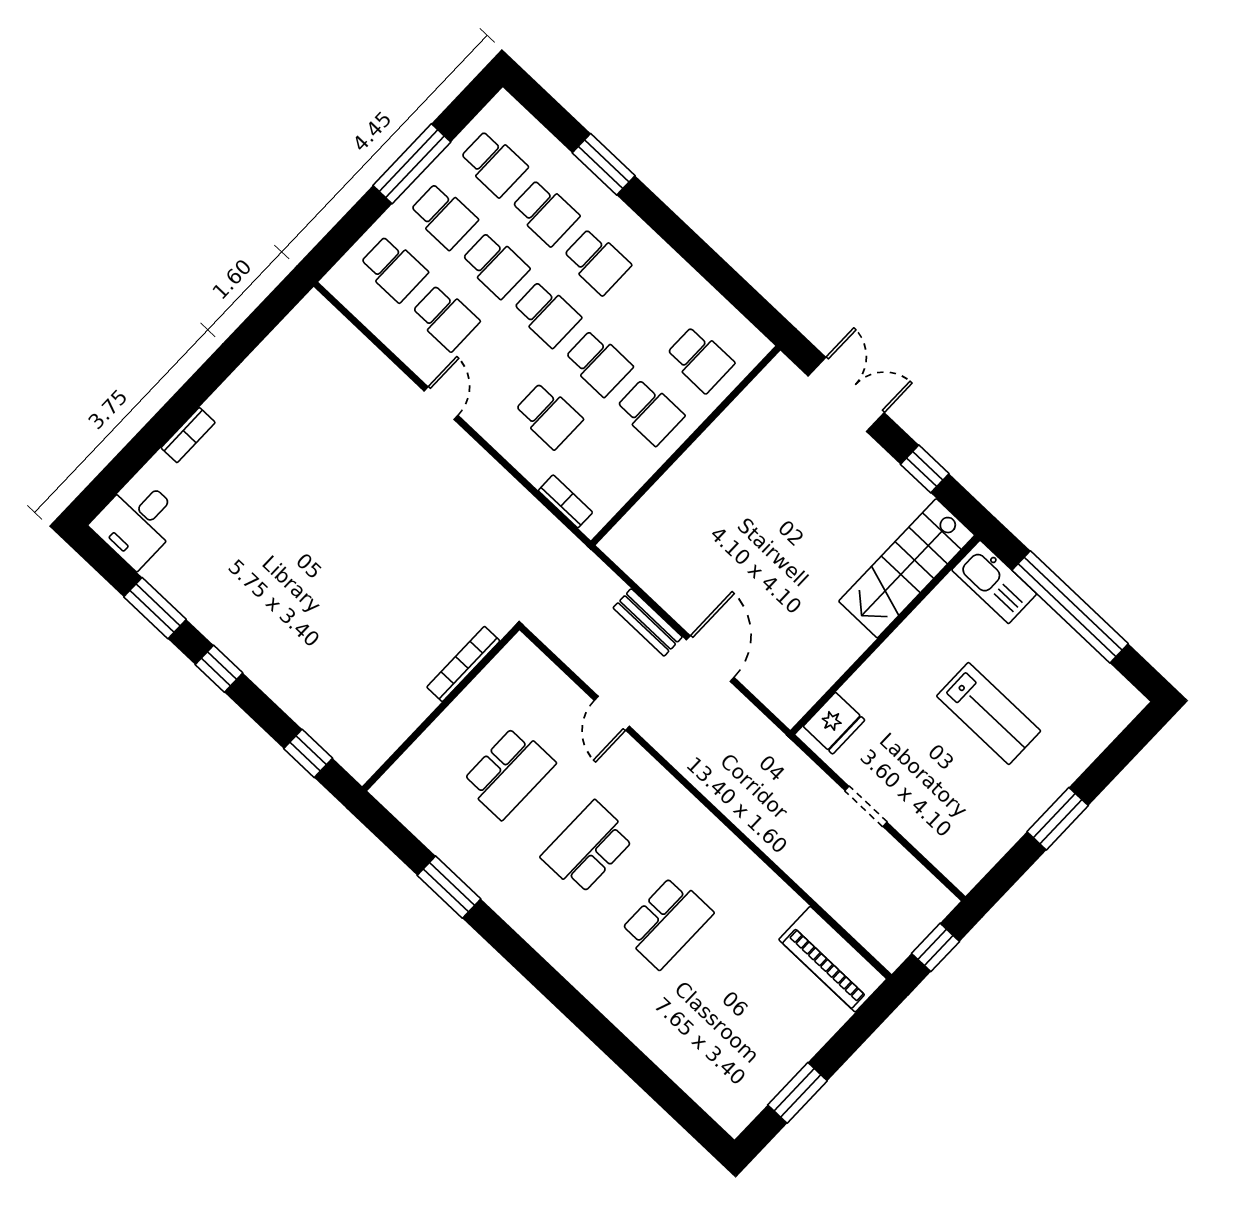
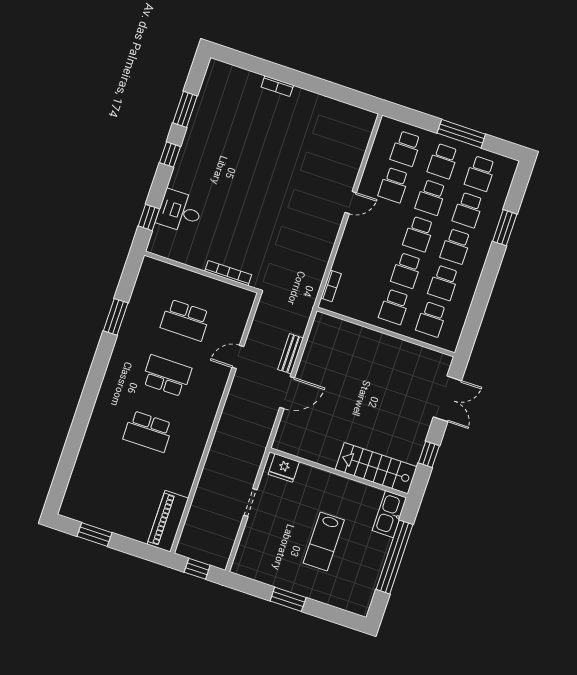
school desk: (548, 415) -> (444, 283), moved
desk: (137, 522) -> (180, 211), moved

